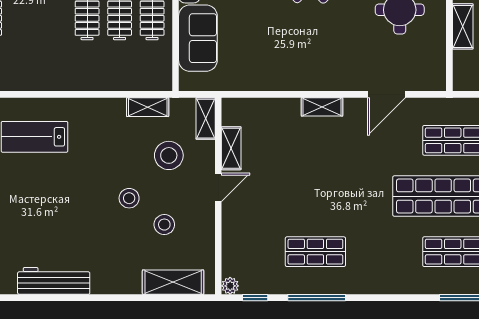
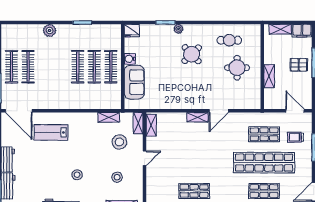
door: (387, 94) -> (219, 111), moved
shelving: (231, 148) -> (151, 125), moved
stool: (129, 198) -> (77, 175), moved

